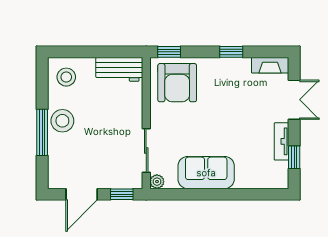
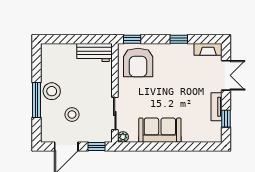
stool: (66, 77) -> (72, 115), moved

